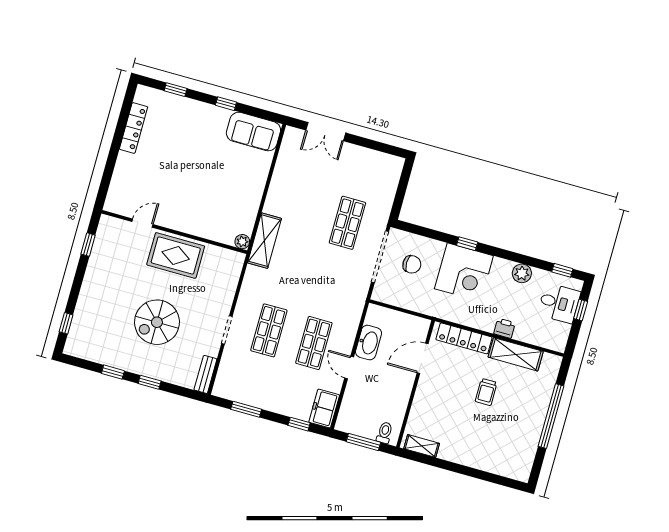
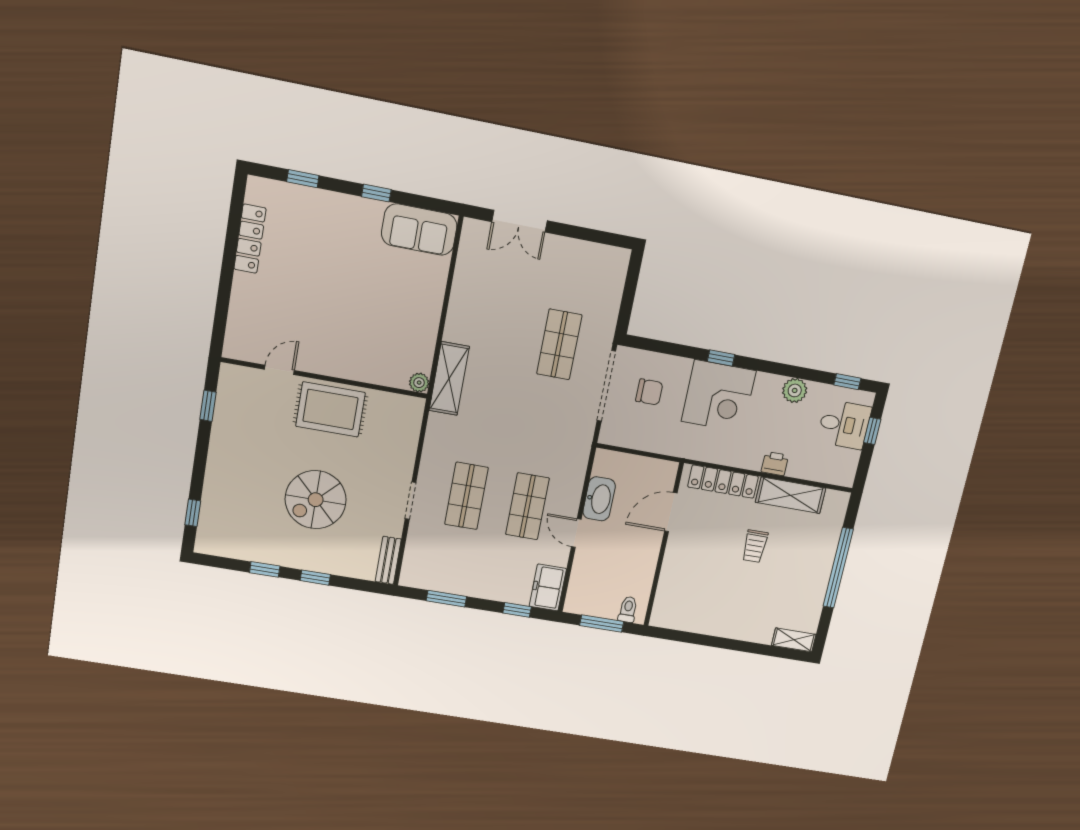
shelving: (422, 446) -> (794, 640), moved

